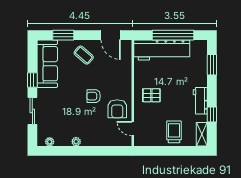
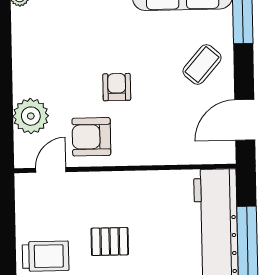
pallet: (151, 95) -> (110, 242), moved, turned 90
plant: (76, 142) -> (31, 116), moved, width x1.88, depth x1.88

